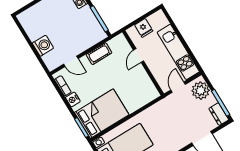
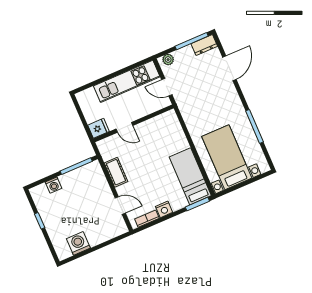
fridge: (144, 28) -> (99, 128), moved
washing machine: (43, 46) -> (78, 243), moved
door: (71, 61) -> (120, 206), hinge flipped
plant: (201, 91) -> (168, 60), width x0.53, depth x0.53
bed: (102, 114) -> (190, 176), width x0.67

